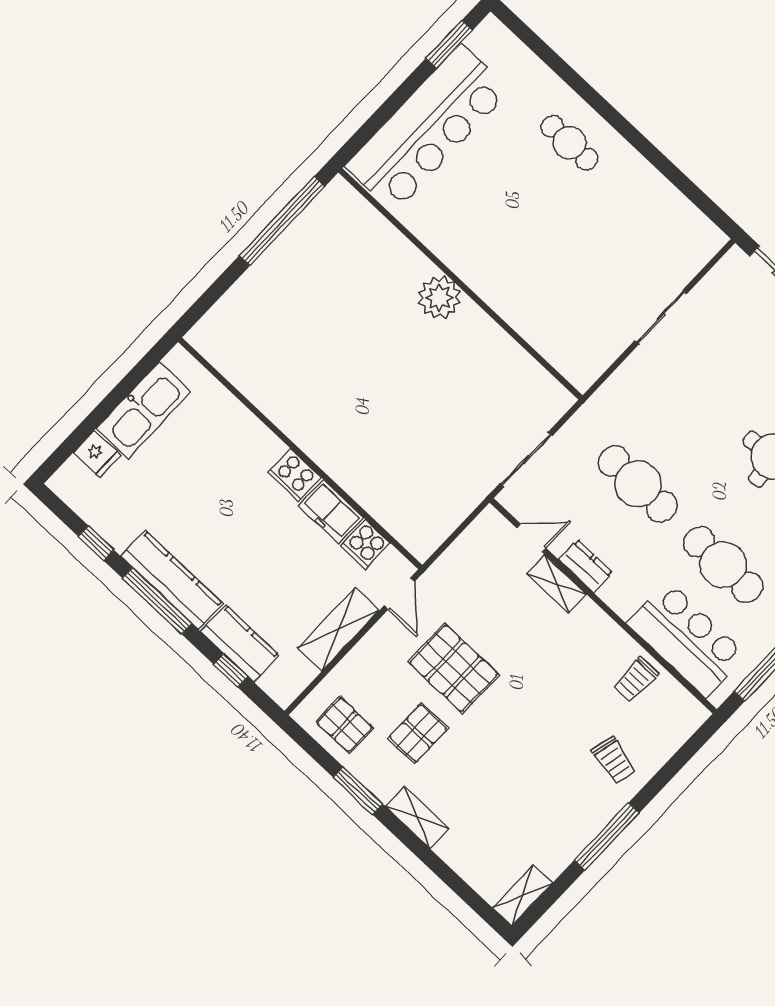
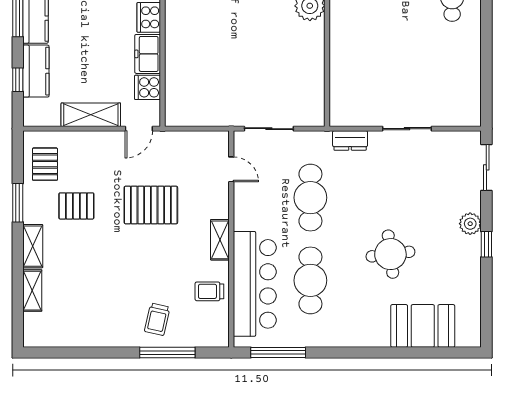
dresser: (586, 566) -> (350, 140), moved, turned 90
shelving: (557, 584) -> (220, 240), moved
bar counter: (687, 639) -> (255, 284), width x1.36
pallet: (454, 668) -> (151, 205), moved, turned 90
window: (607, 837) -> (167, 352), moved
shelving: (522, 895) -> (32, 291), moved, turned 90

